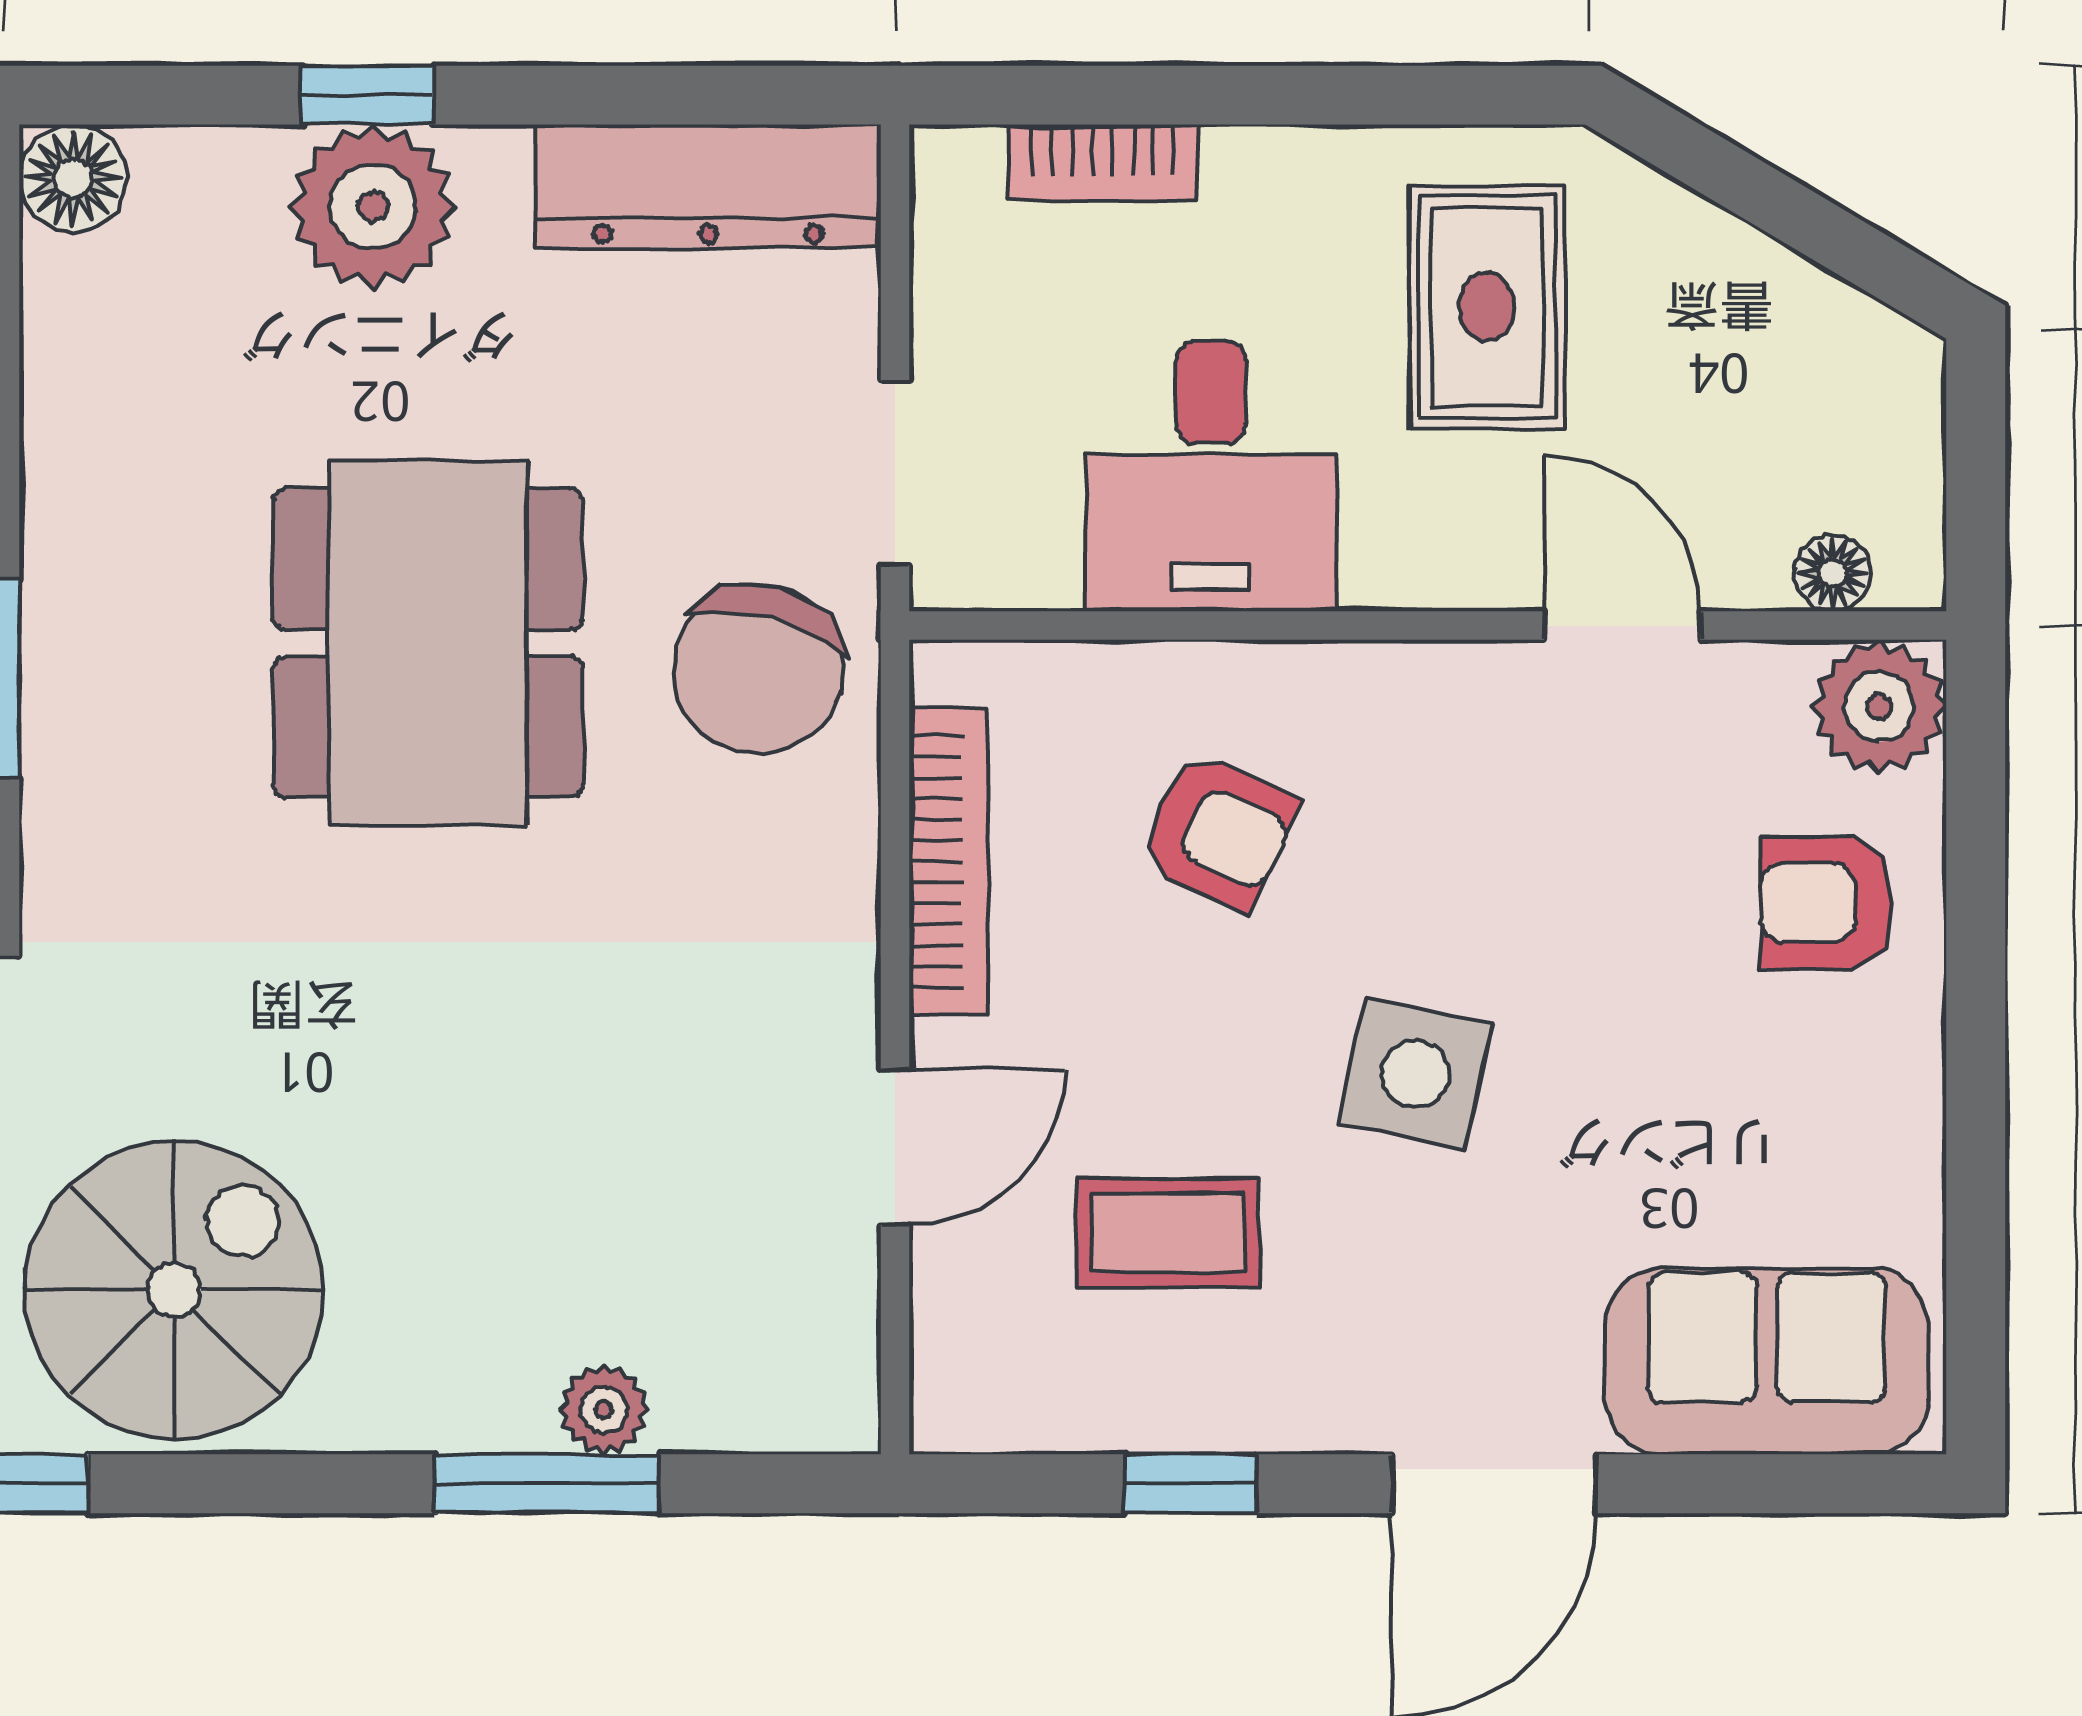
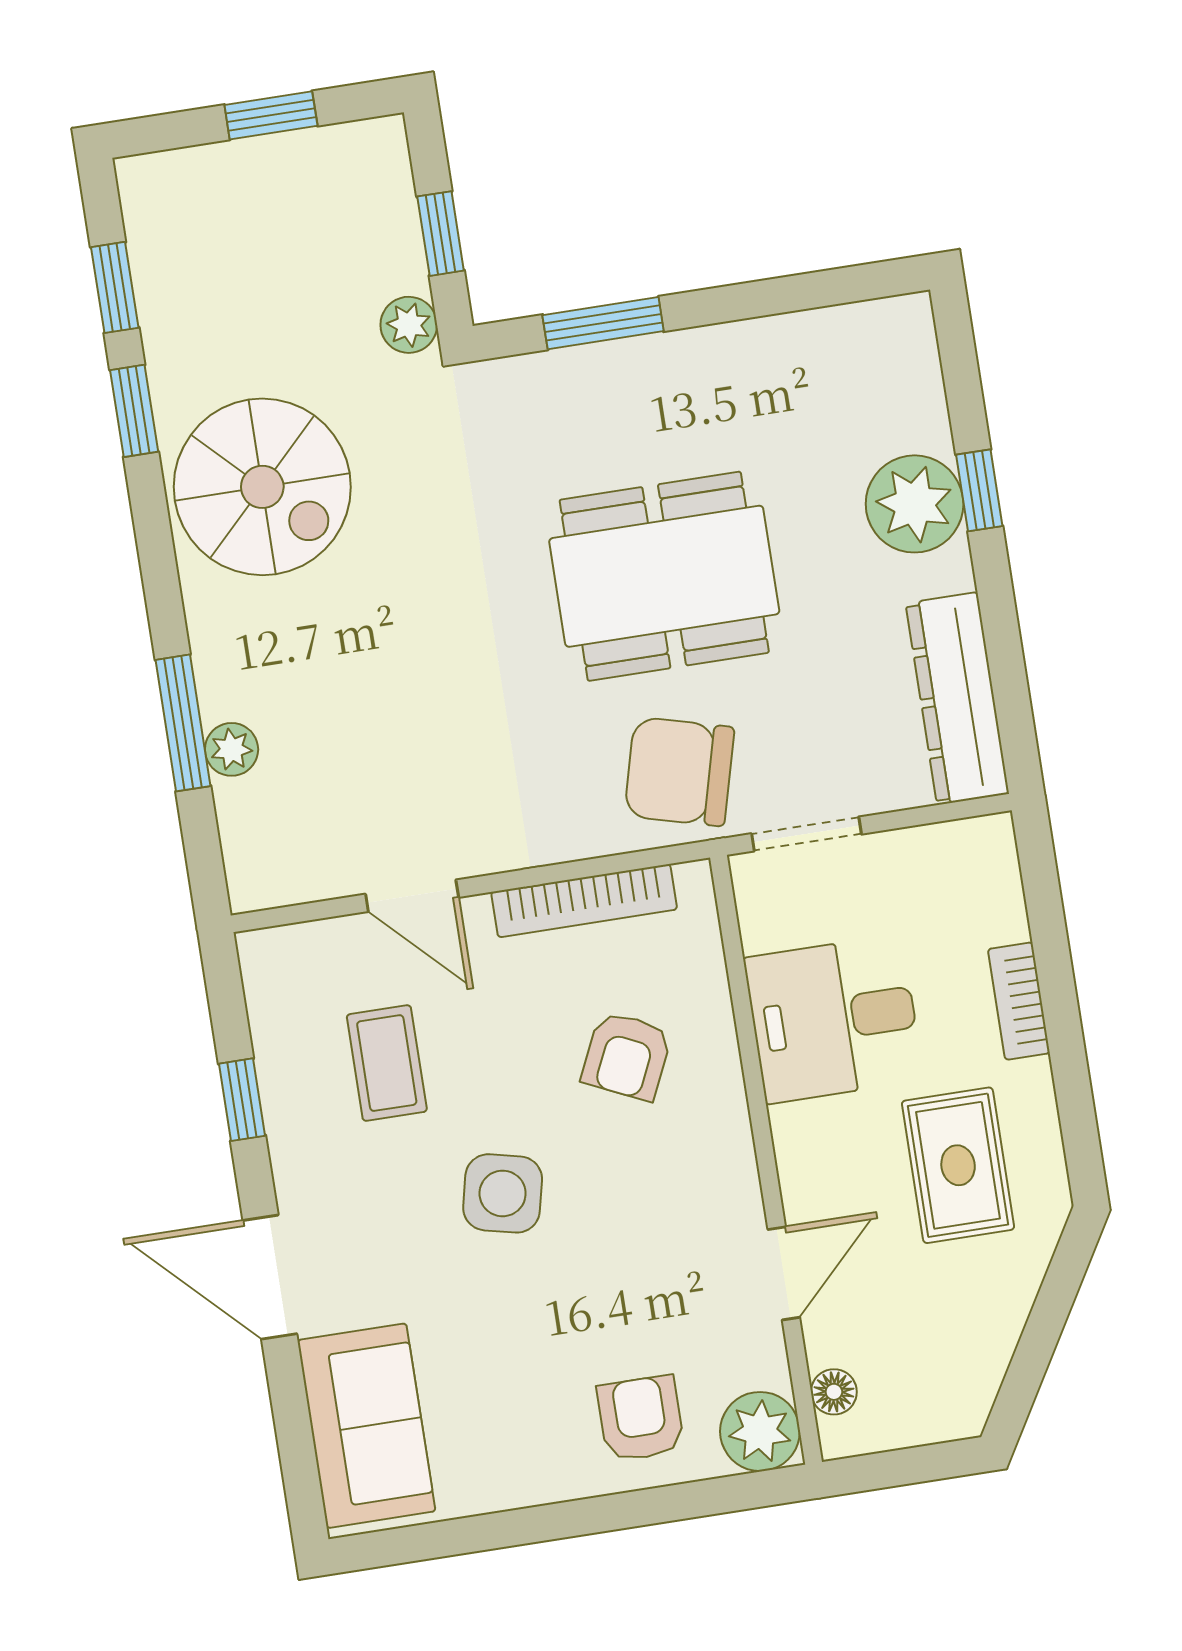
bookcase: (1102, 162) -> (1019, 1001), moved
floor lamp: (73, 178) -> (904, 326), removed
rug: (1487, 307) -> (958, 1165), turned 90

